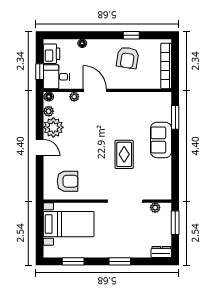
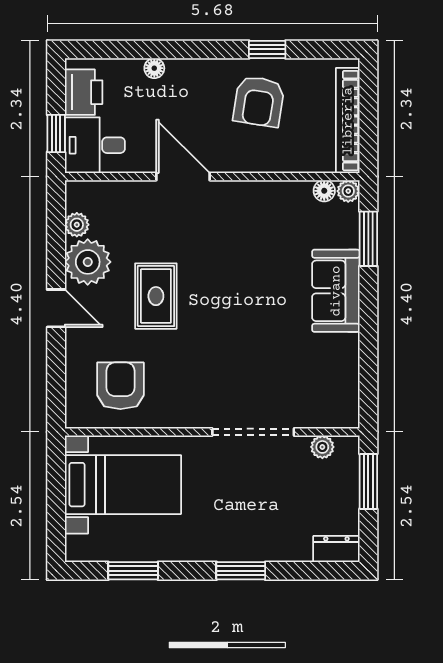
floor lamp: (49, 97) -> (324, 191), moved
plant: (74, 97) -> (348, 191), moved
rug: (124, 154) -> (156, 296), moved
armchair: (68, 181) -> (120, 386), turned -90

